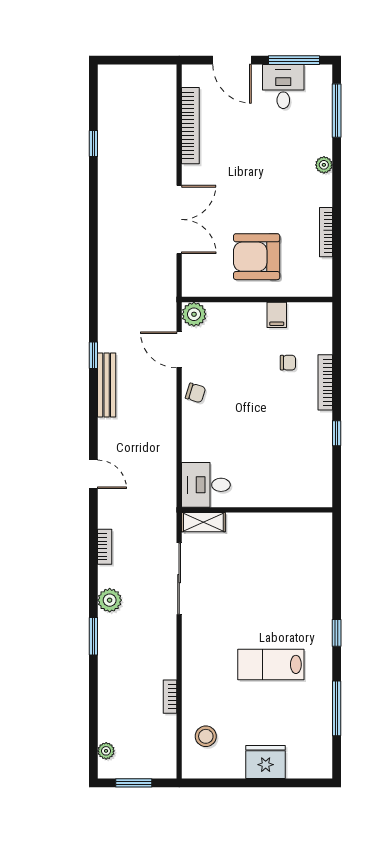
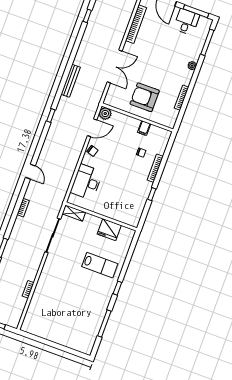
door: (179, 350) -> (92, 128), swing flipped
bench: (107, 385) -> (71, 81), moved
desk: (206, 485) -> (87, 182), moved, width x1.37
plant: (110, 600) -> (16, 234), removed
lab bench: (271, 664) -> (100, 265), moved, turned 180
stool: (206, 736) -> (38, 314), removed
fridge: (266, 762) -> (109, 230), moved, turned 180

